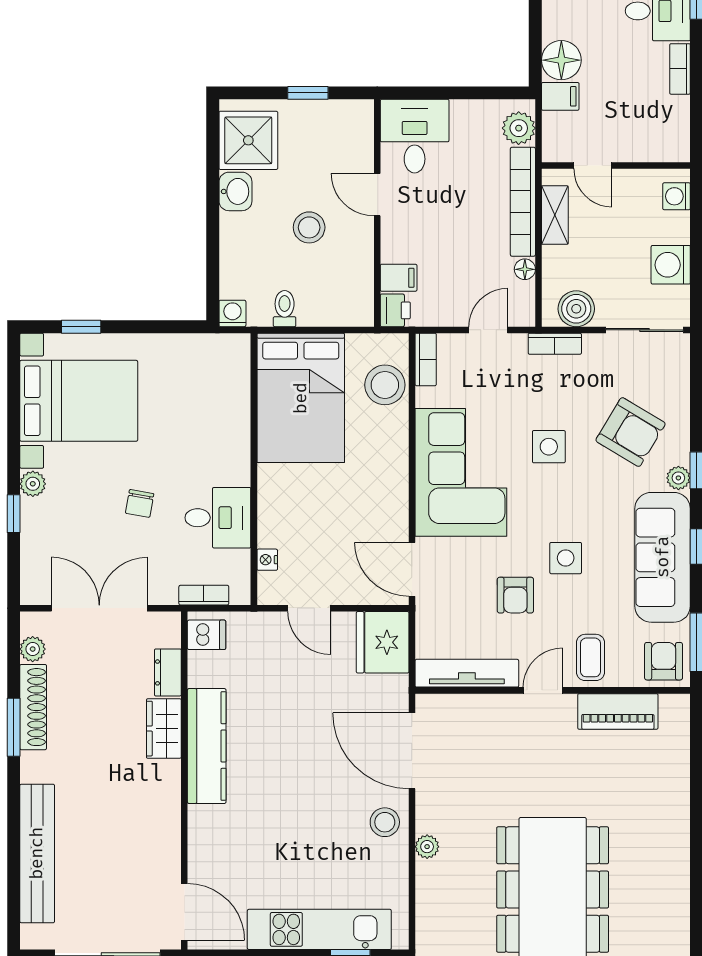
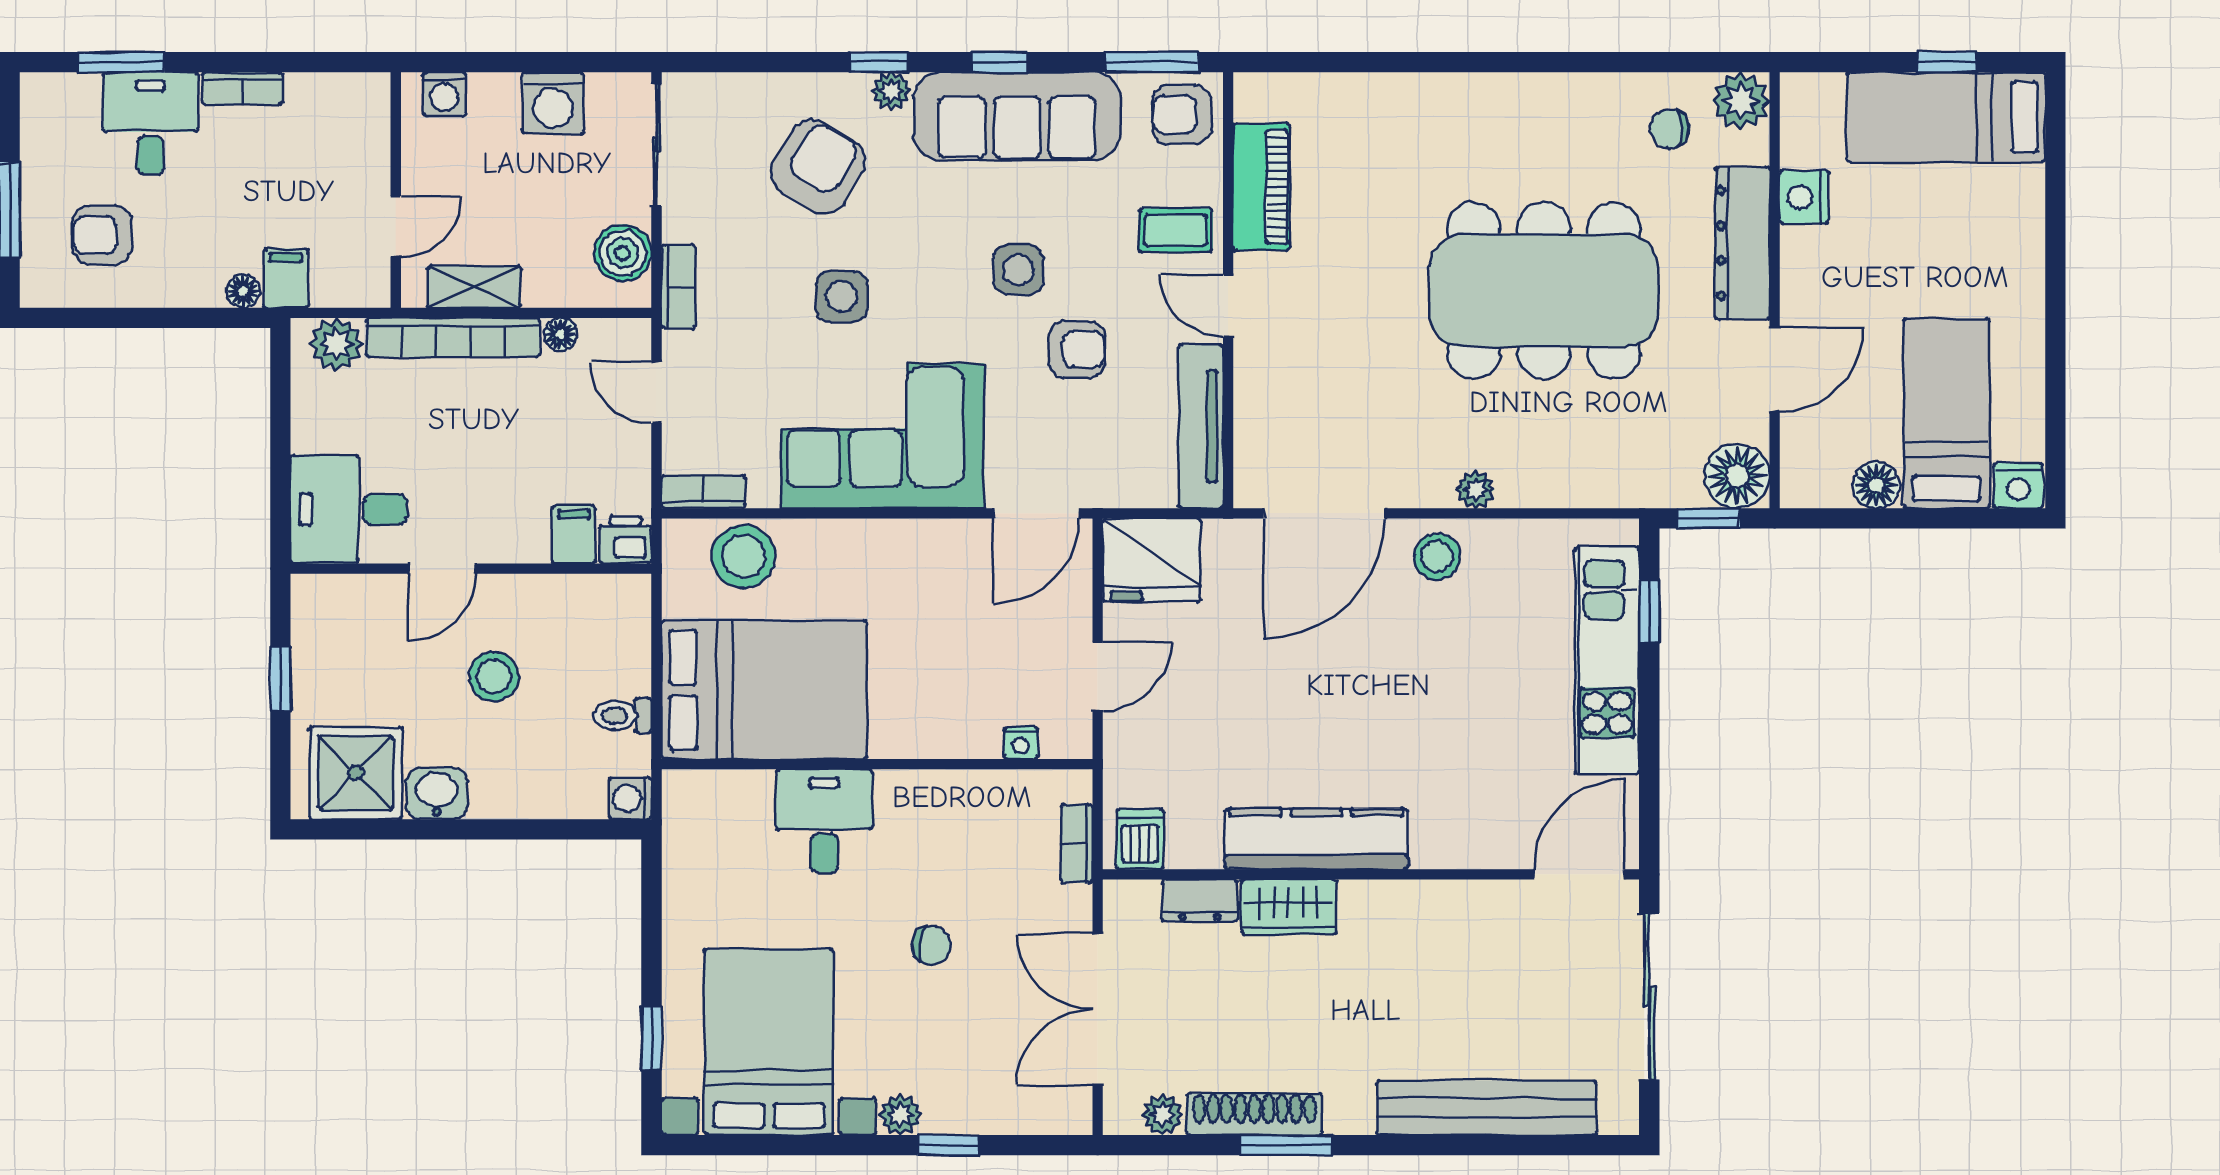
floor lamp: (561, 60) -> (243, 291), width x0.53, depth x0.53
desk: (218, 518) -> (824, 821), moved

